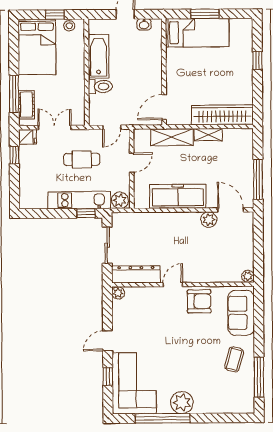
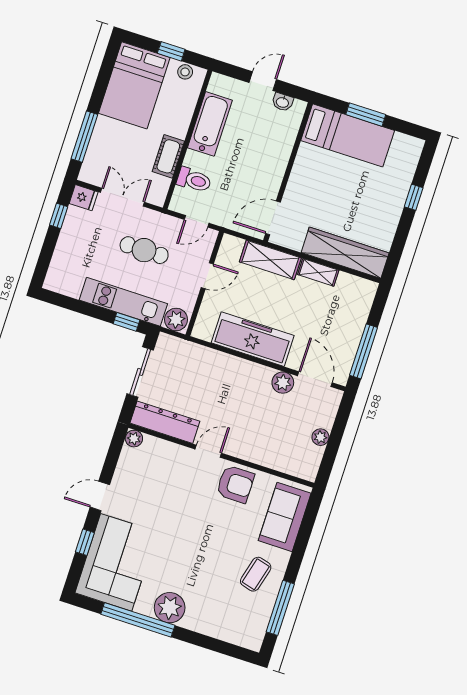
toilet: (100, 86) -> (194, 180), moved
cot: (26, 105) -> (168, 156), moved
plant: (248, 276) -> (320, 437), moved

